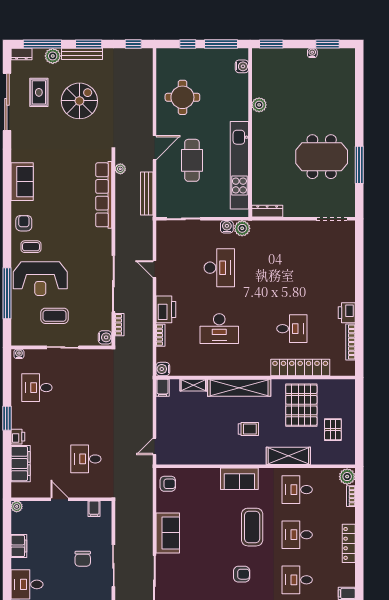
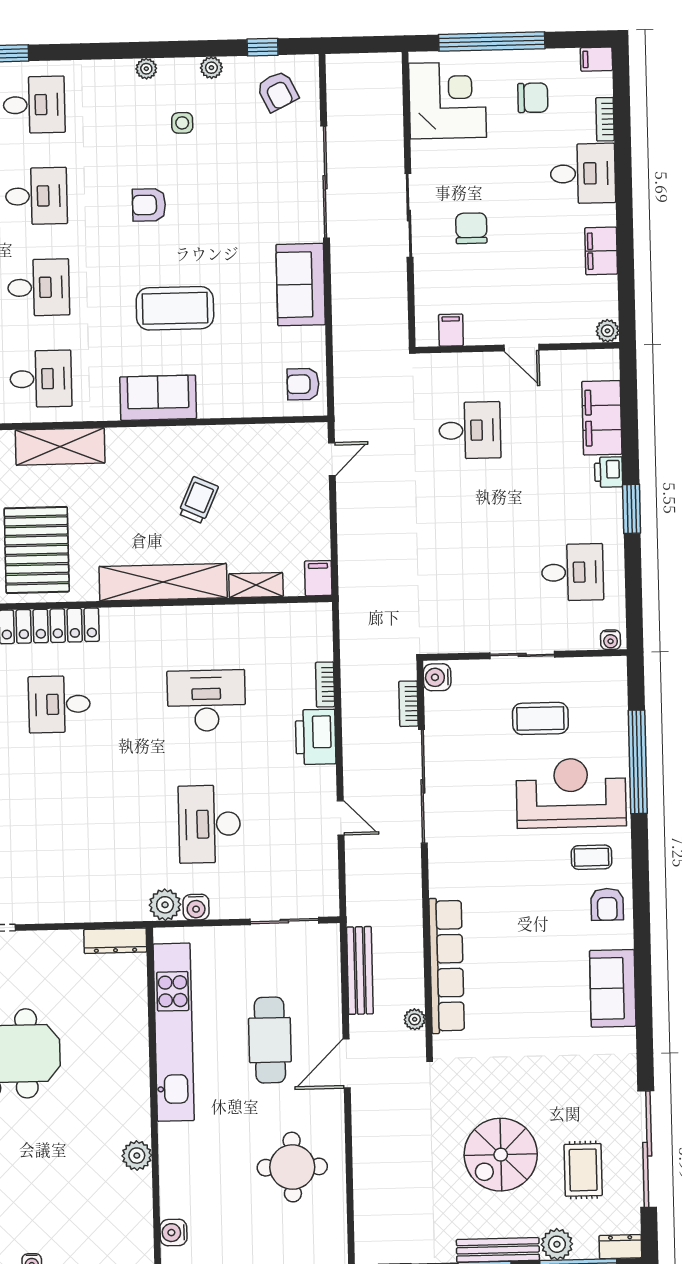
water cooler: (163, 369) -> (319, 616), removed
trolley: (248, 429) -> (198, 500), moved, turned 114
coffee table: (252, 527) -> (175, 308), moved, turned 90

